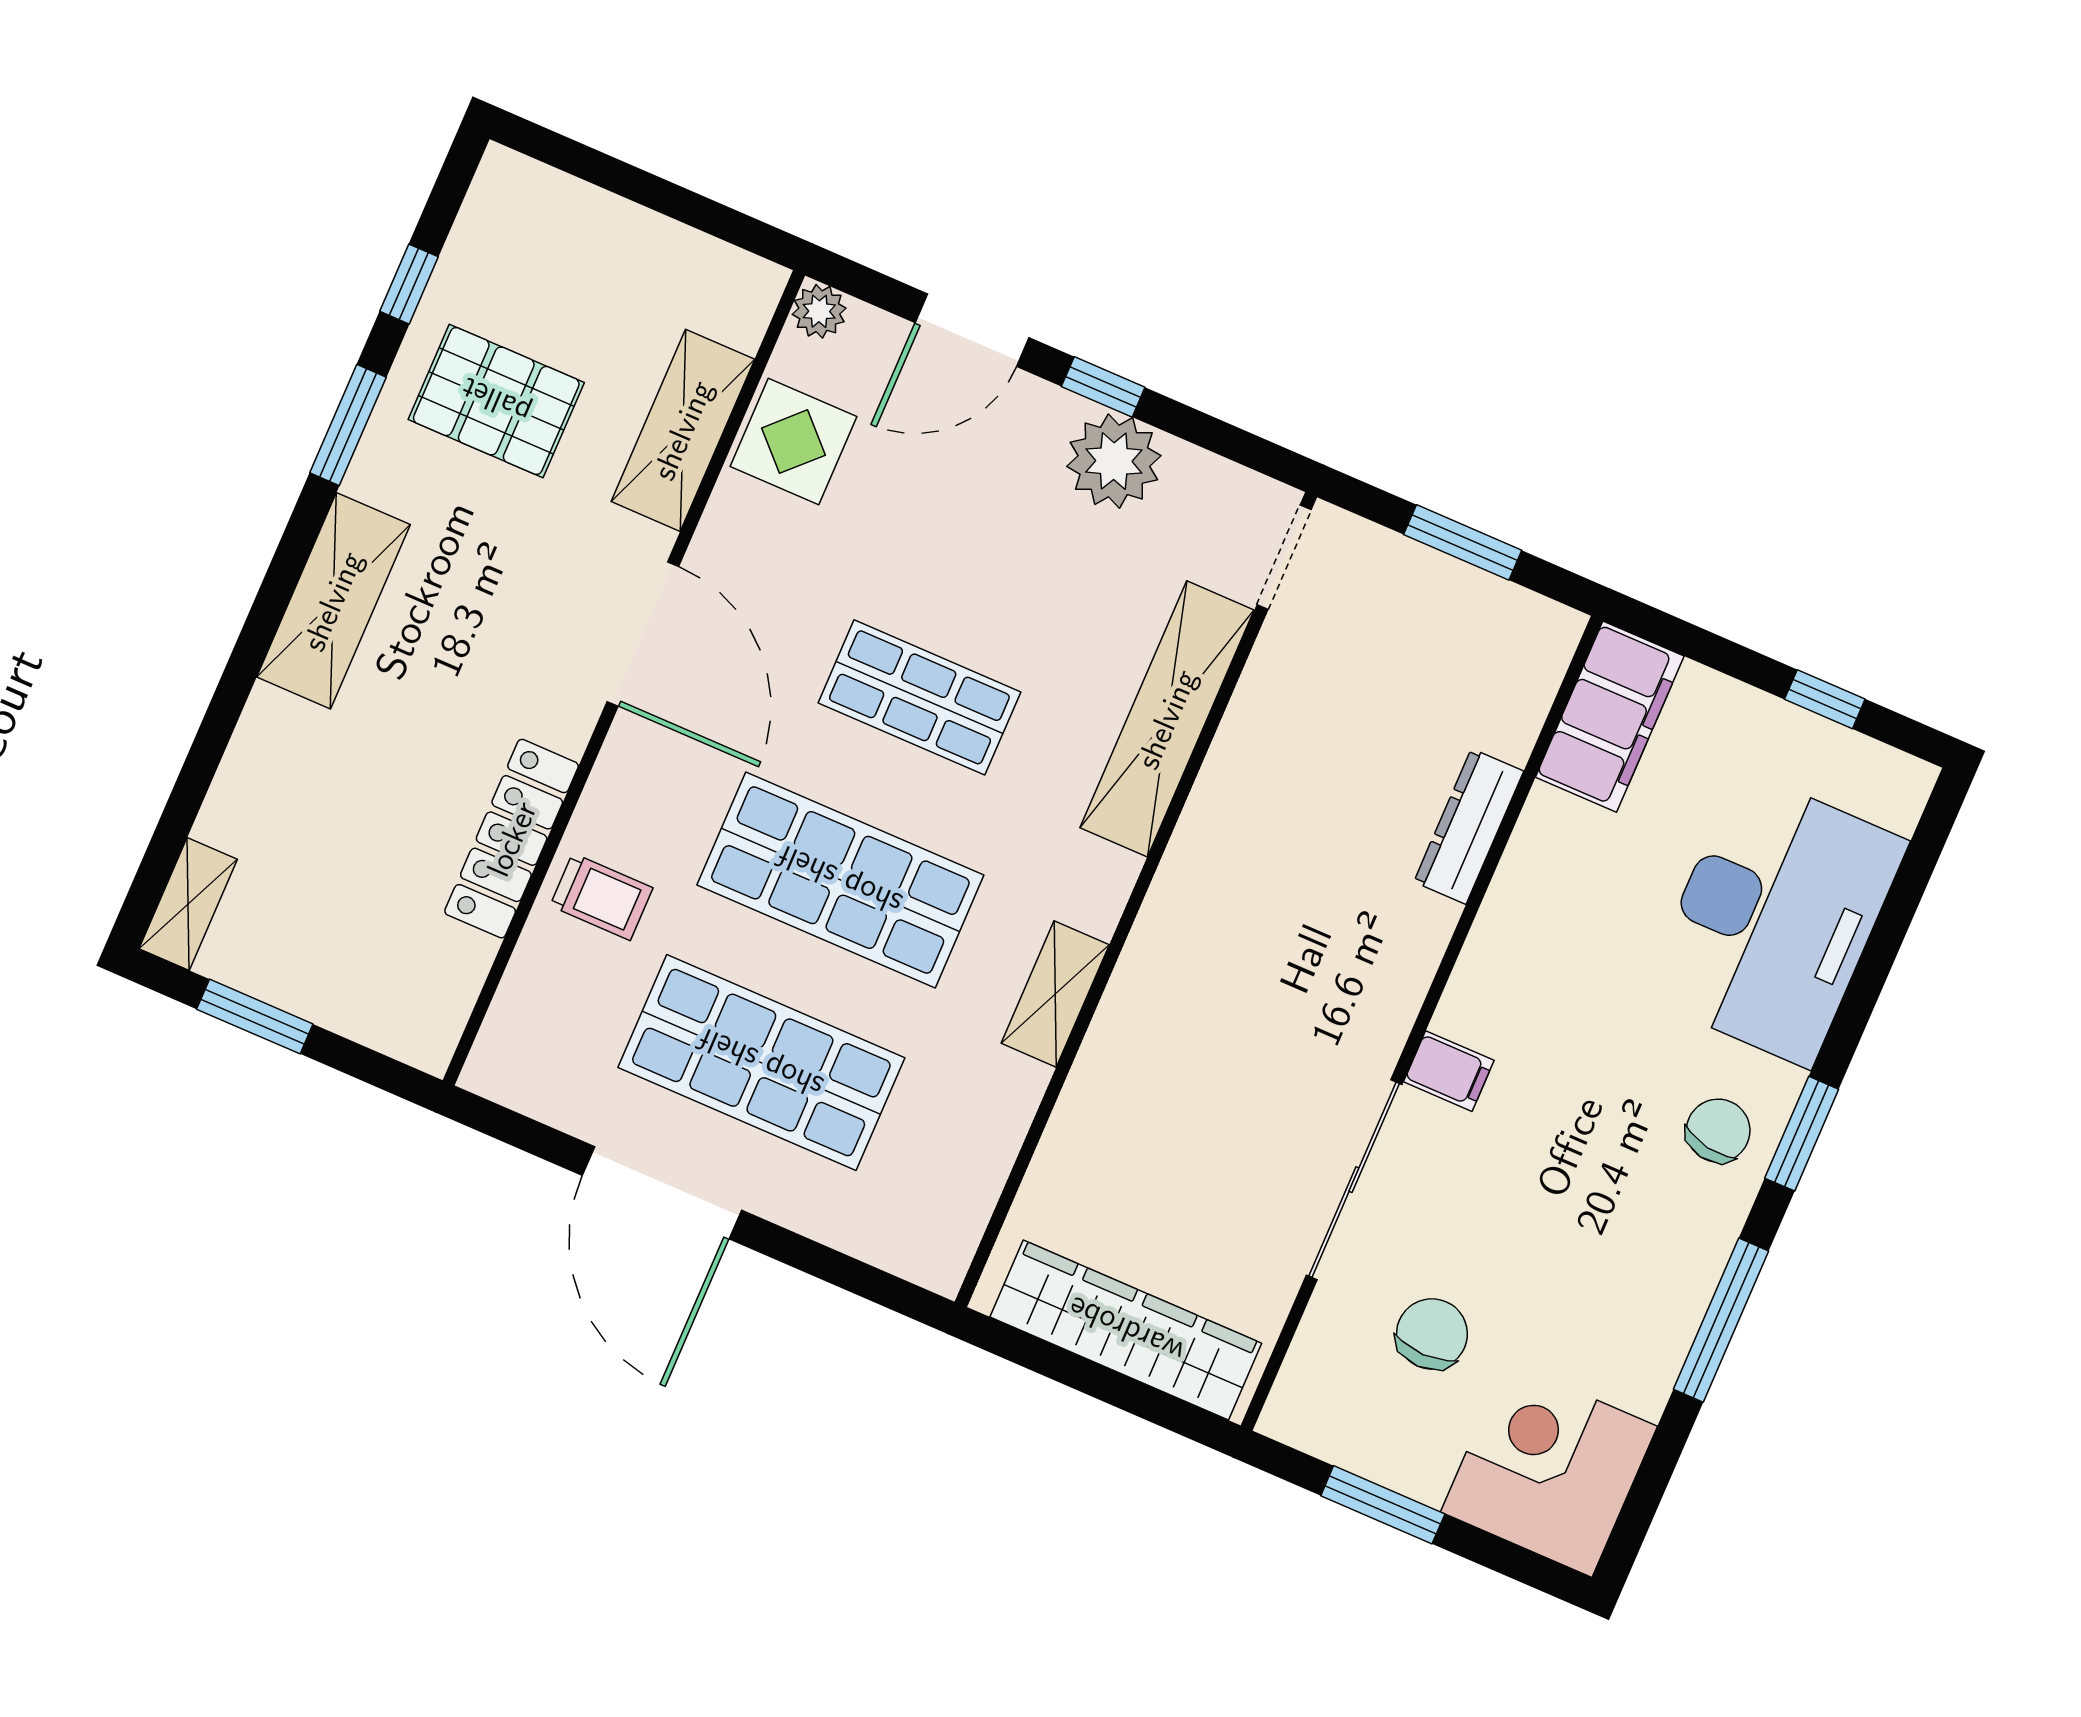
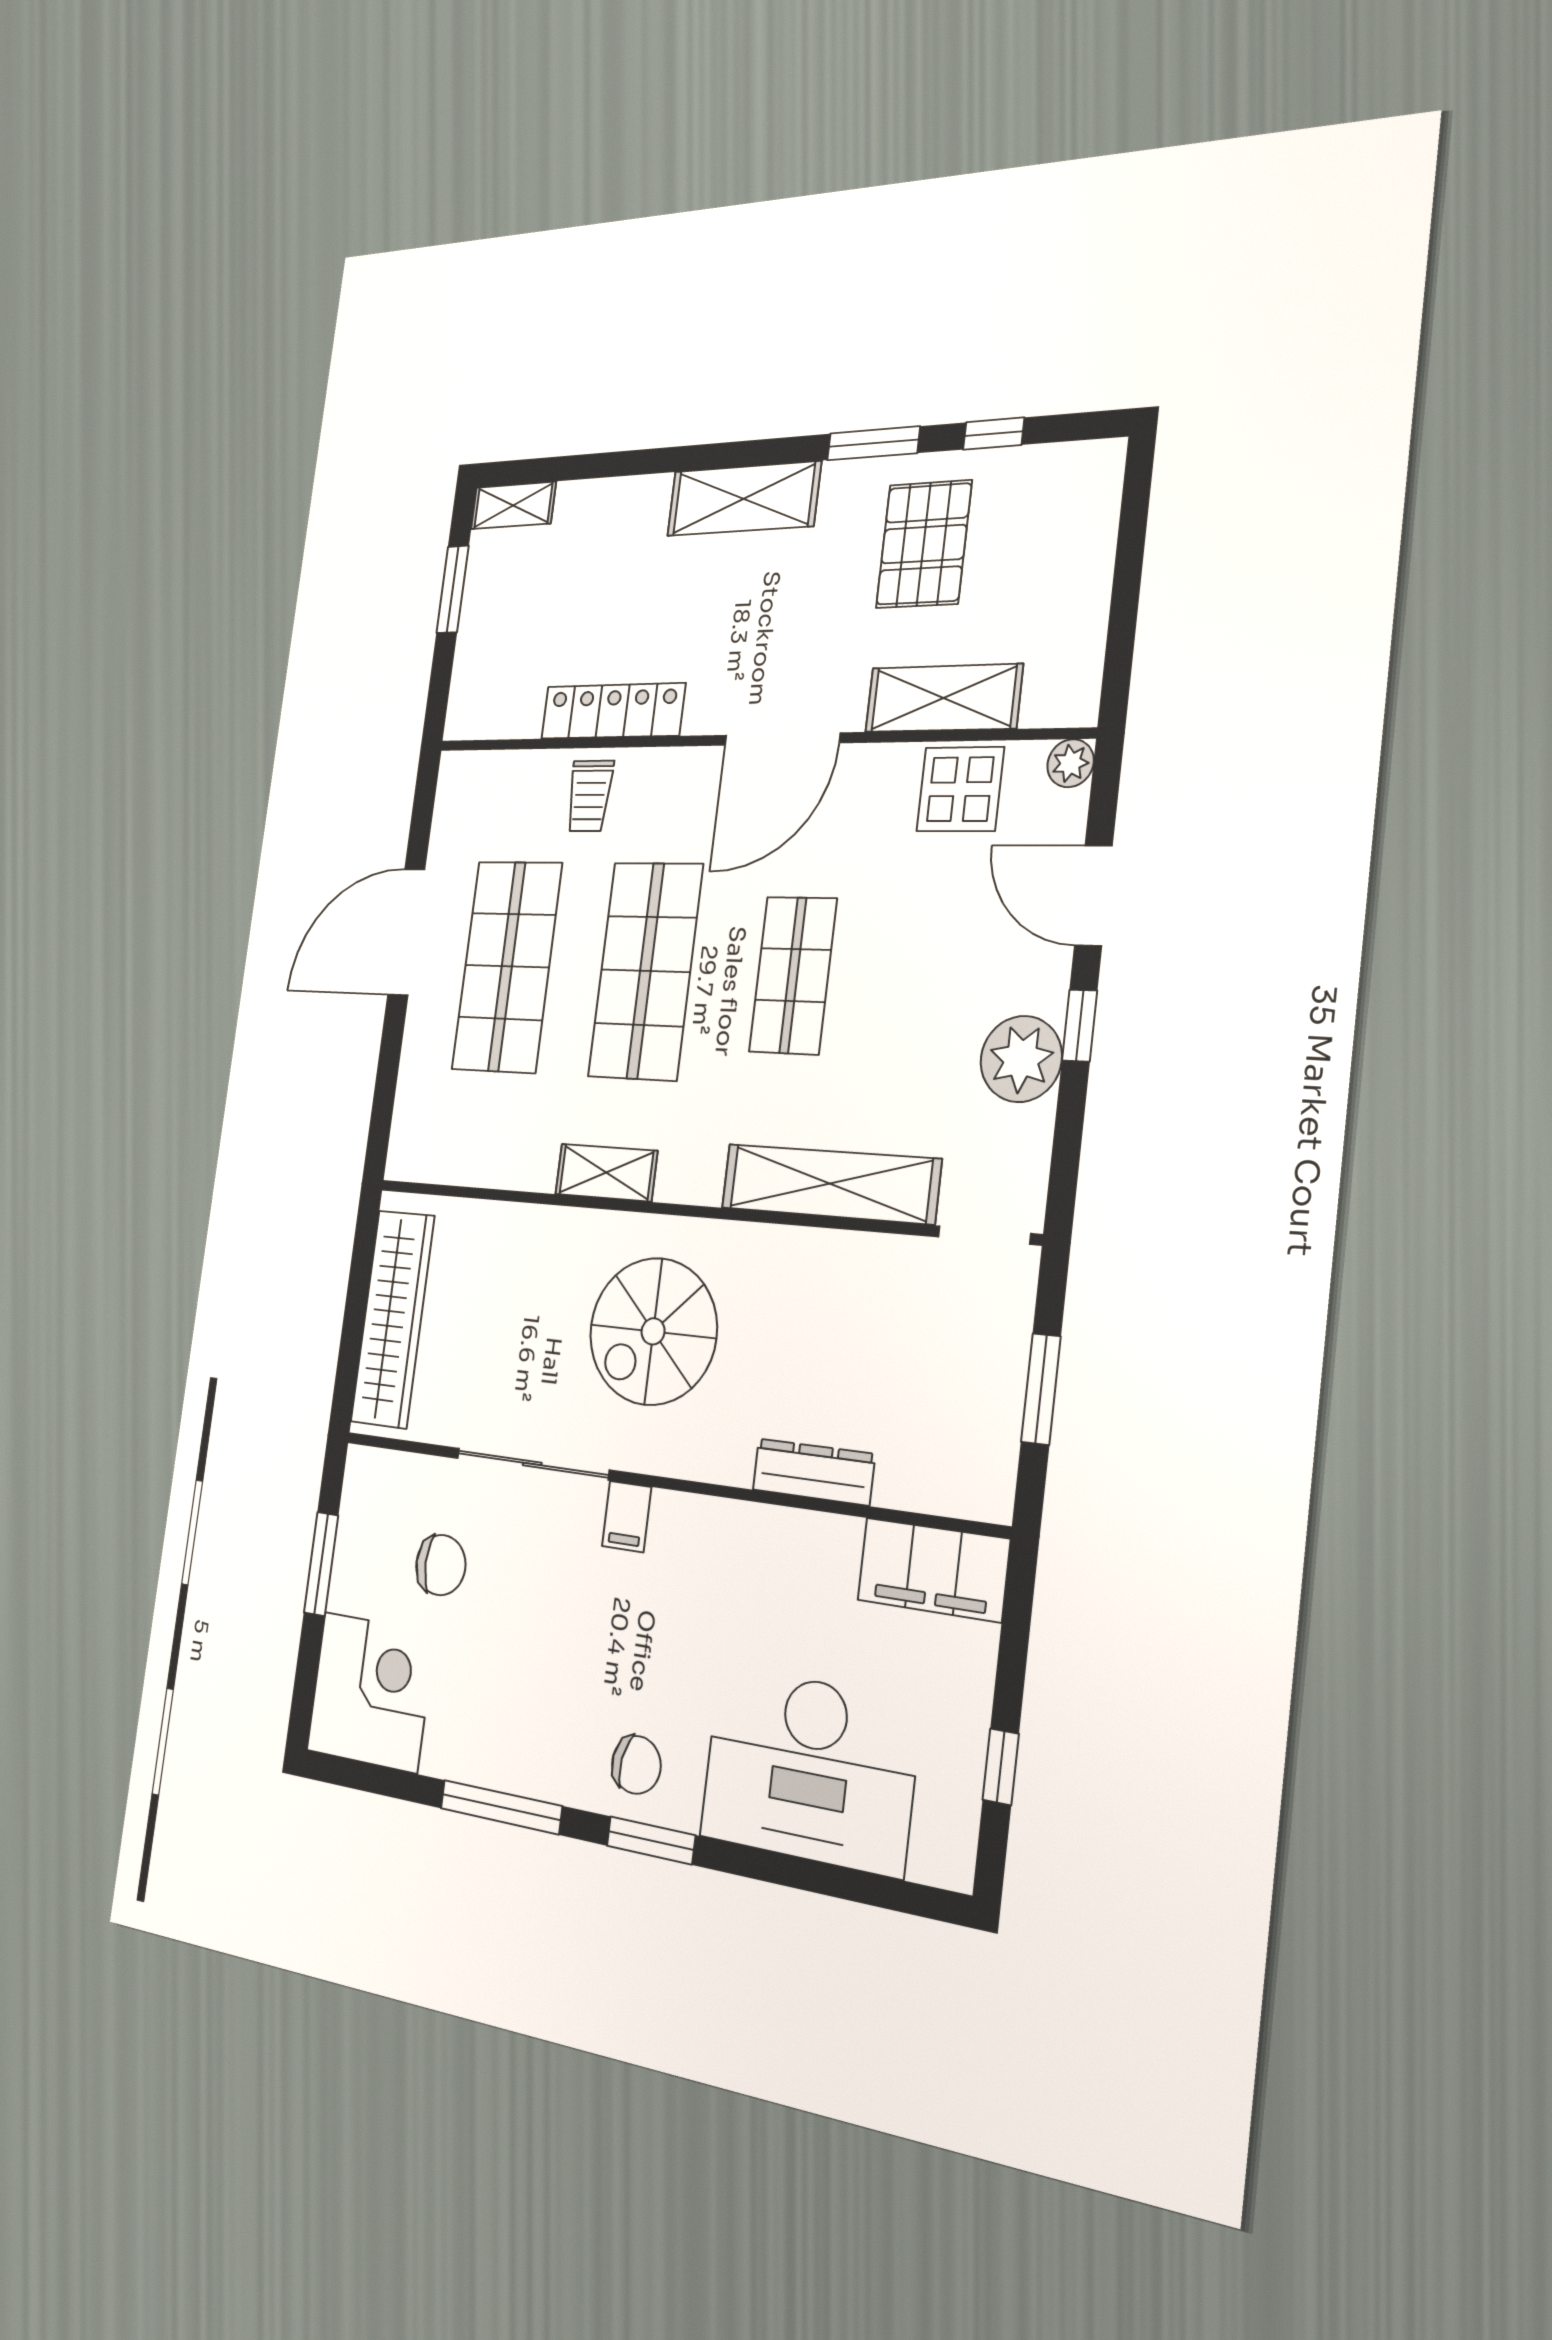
spiral stairs: (1255, 982) -> (653, 1331), added

